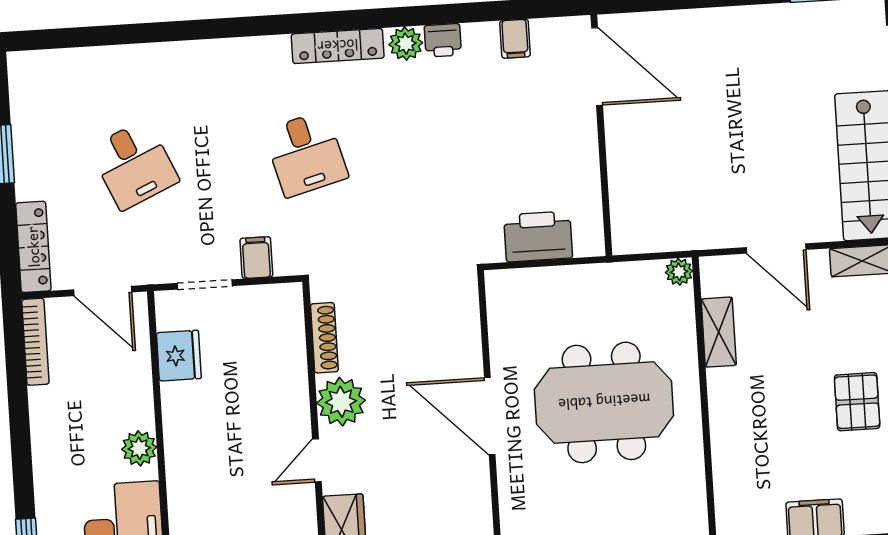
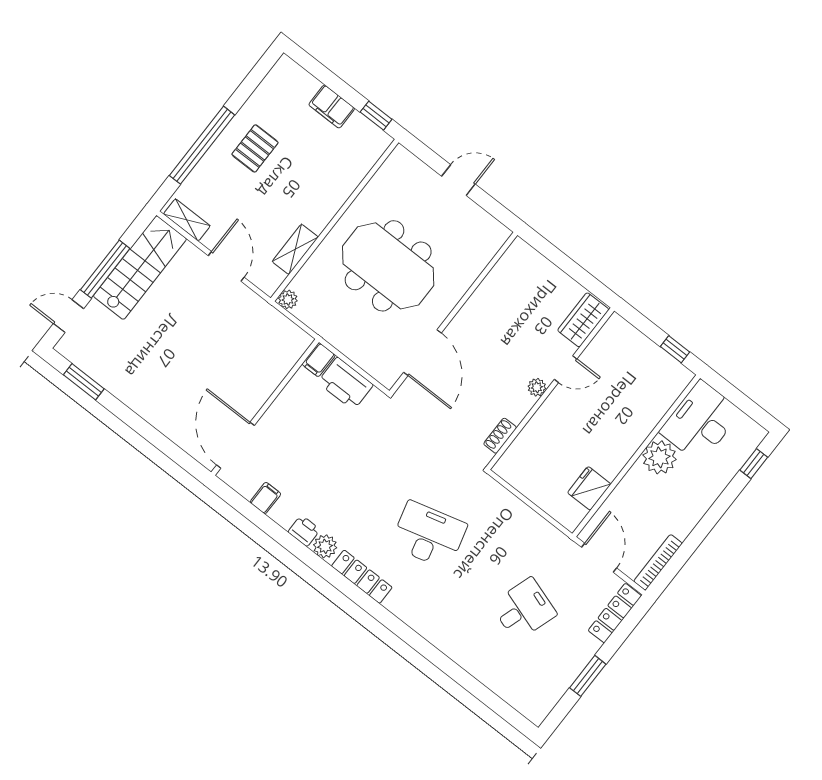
desk: (306, 154) -> (429, 535), width x1.37
desk: (134, 165) -> (524, 609), turned 42
filing cabinet: (256, 258) -> (319, 360), moved
doorway: (205, 285) -> (542, 513), removed
shoe rack: (324, 338) -> (500, 436), width x0.70
plant: (341, 402) -> (537, 387), width x0.53, depth x0.53
door: (490, 416) -> (422, 353), moved
plant: (139, 448) -> (659, 457), width x1.36, depth x1.36

